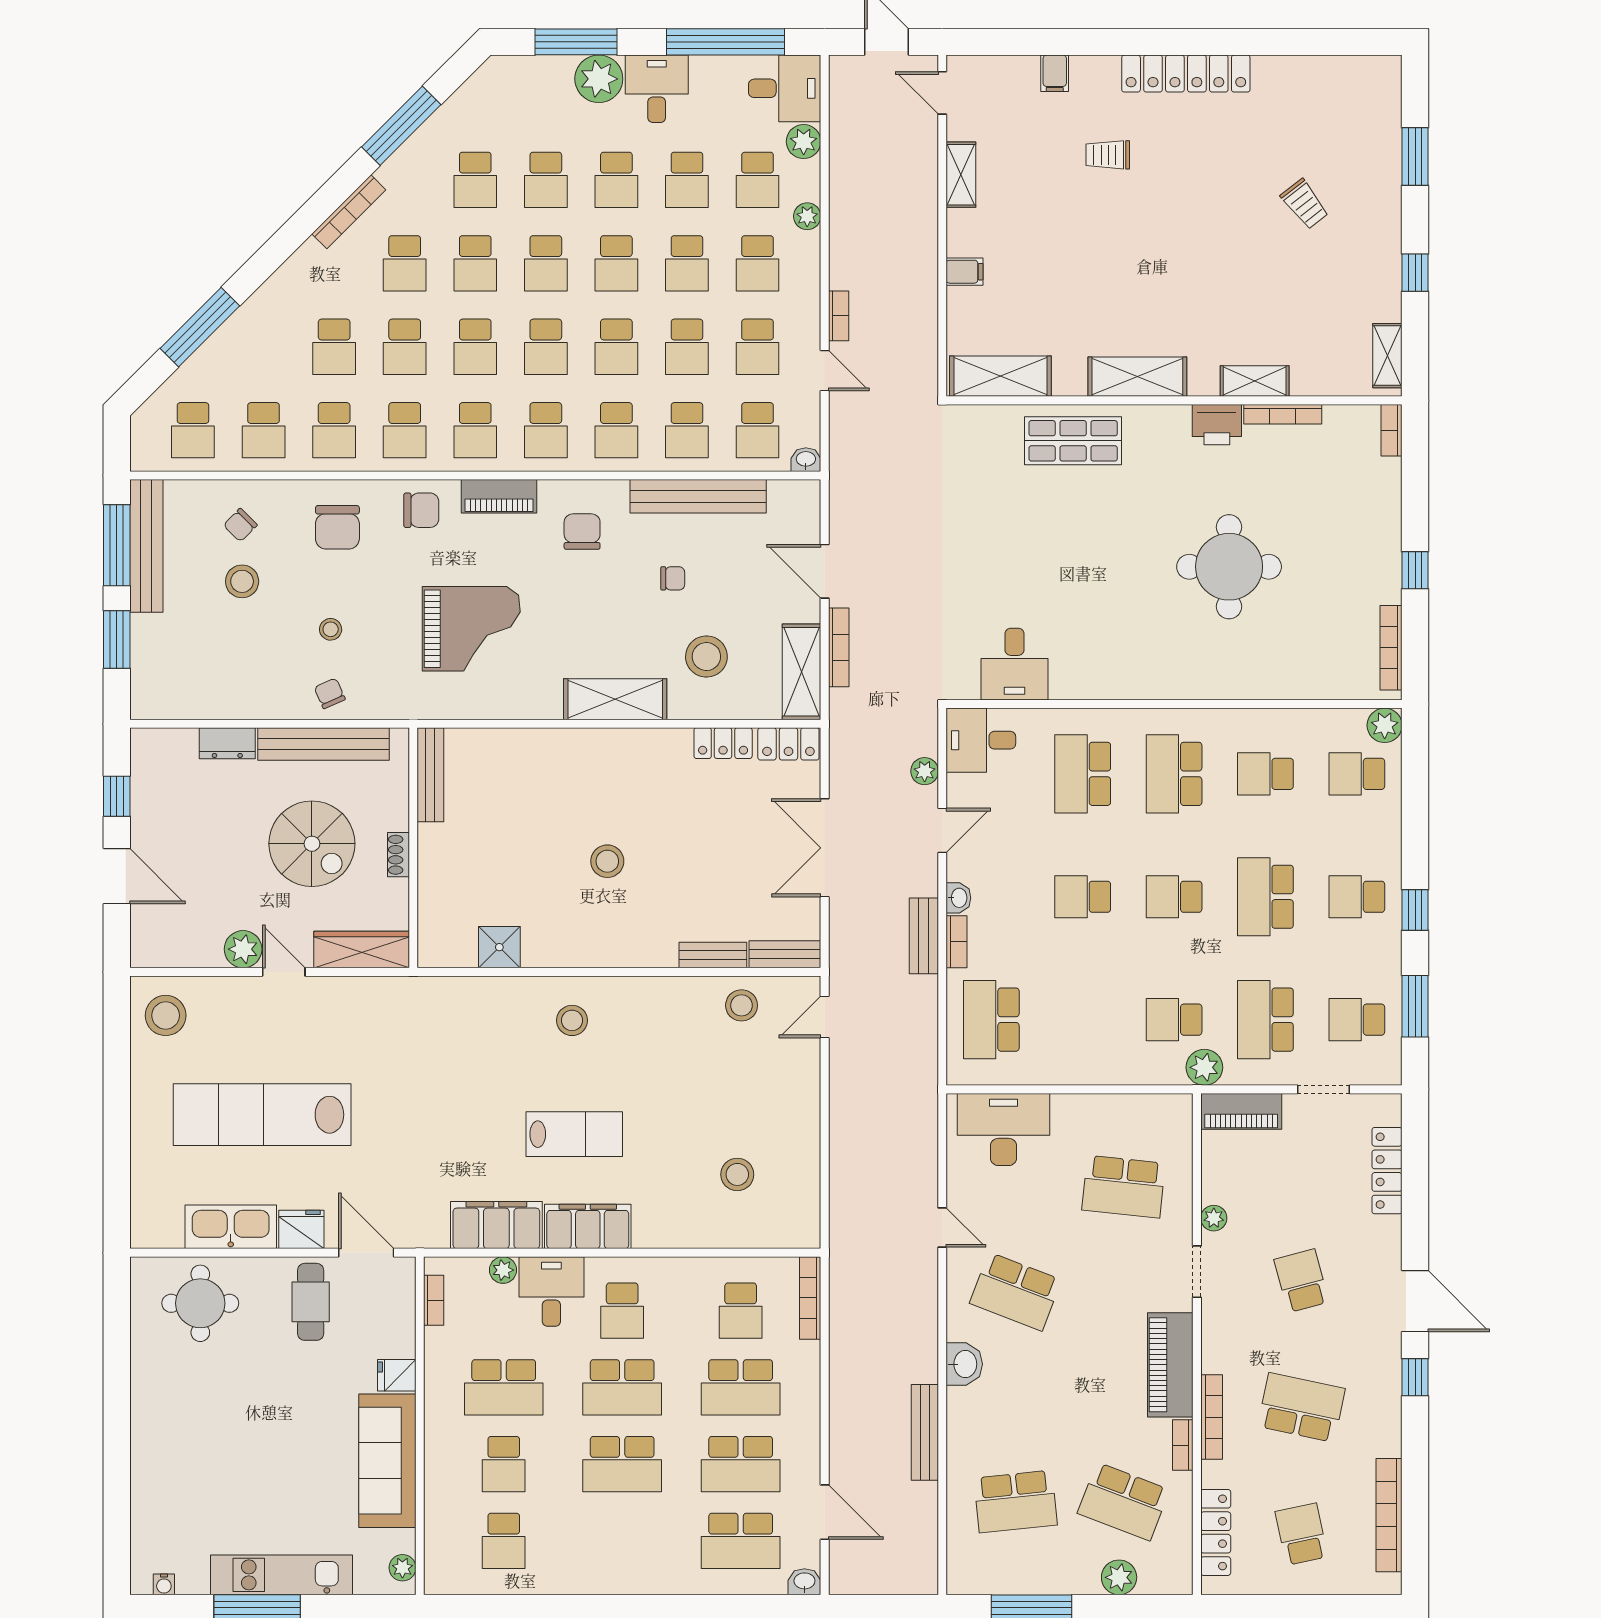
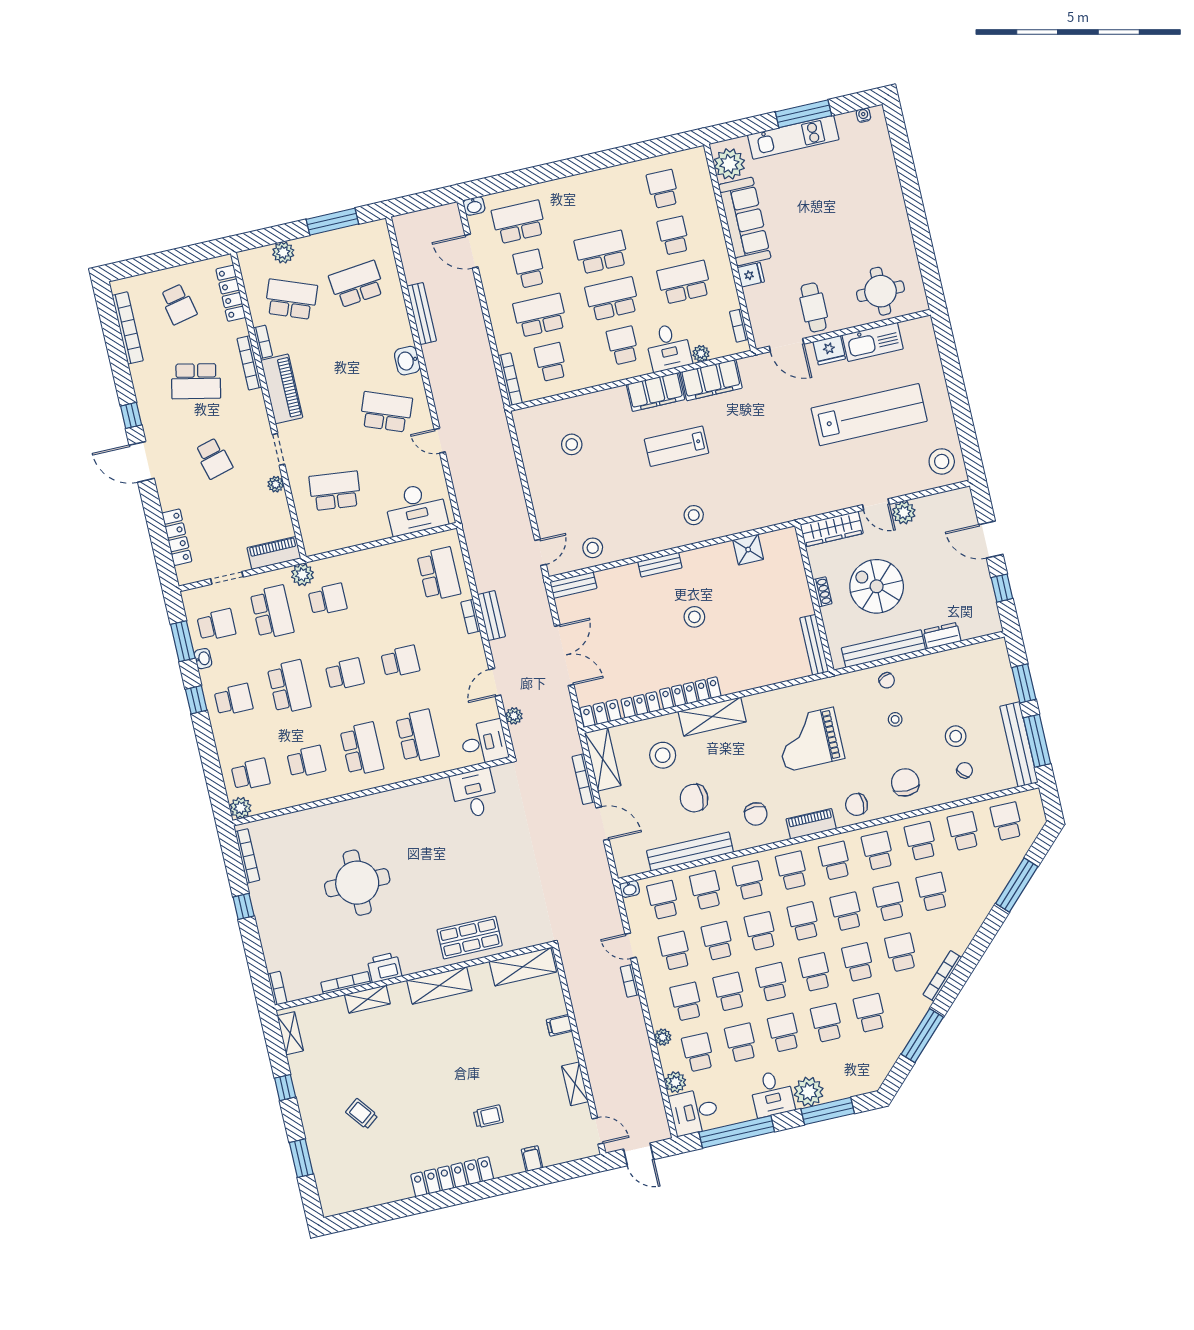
chair: (673, 578) -> (694, 798), width x1.87, depth x1.87
locker: (641, 744) -> (690, 693), added
washbasin: (958, 898) -> (203, 659), moved, turned 180
bench: (713, 955) -> (660, 565), moved
school desk: (741, 1464) -> (529, 269), width x0.54
plant: (402, 1568) -> (729, 164), width x1.88, depth x1.88

